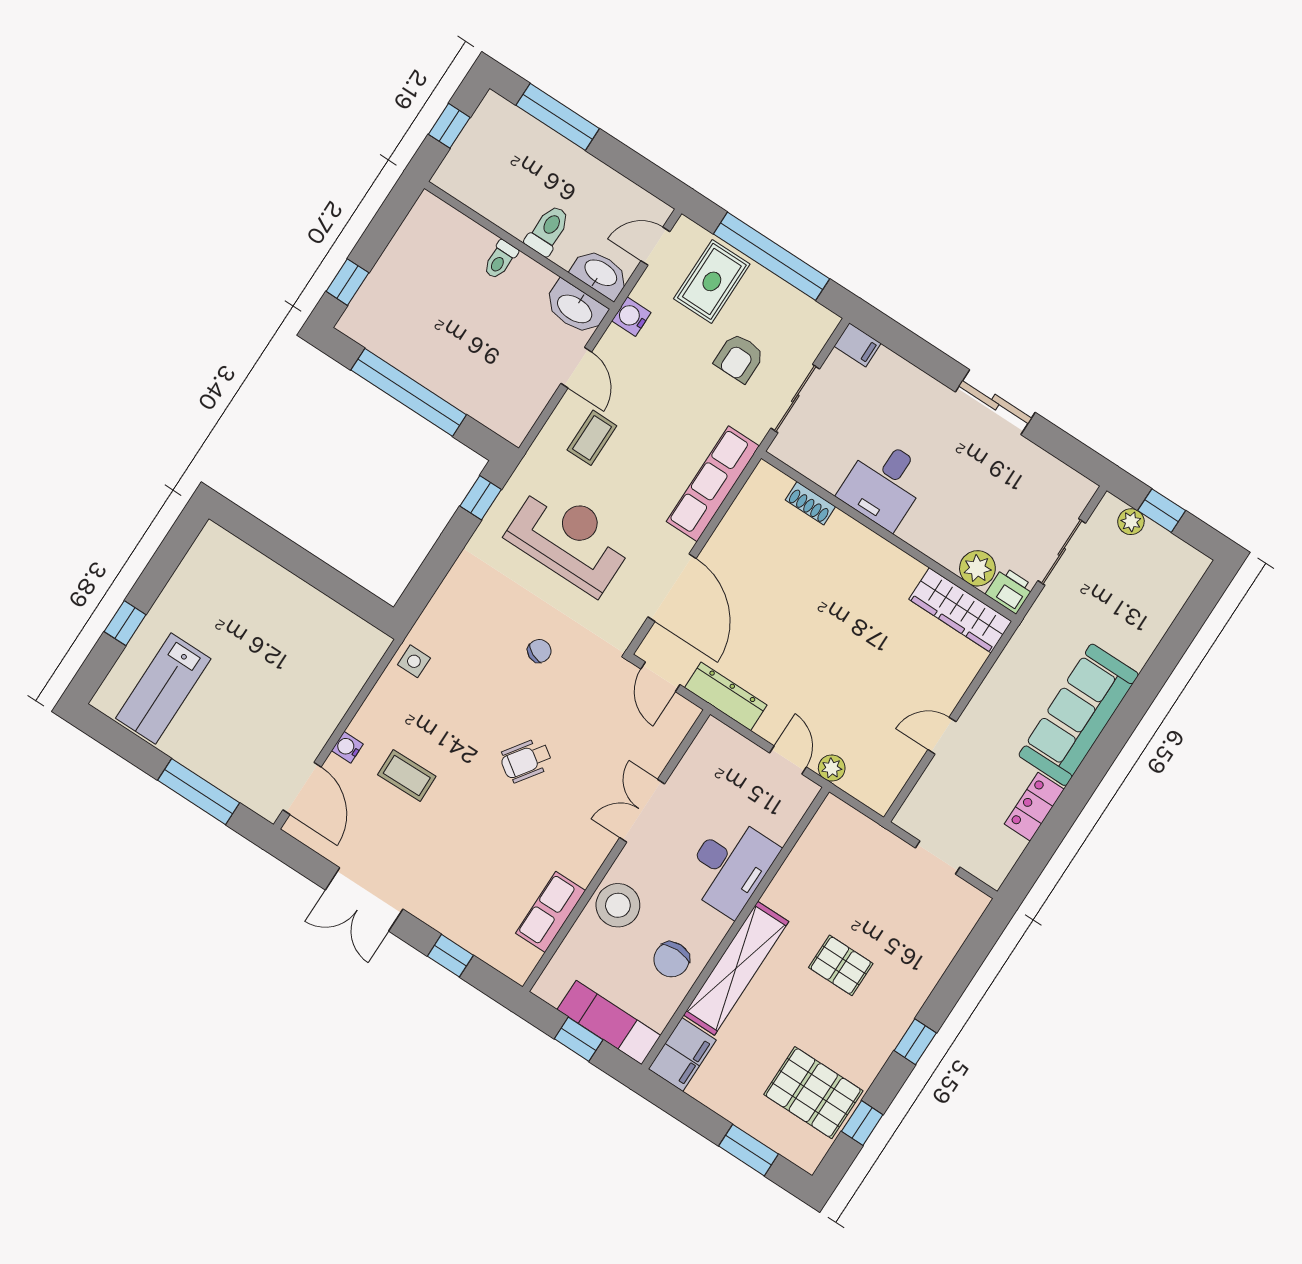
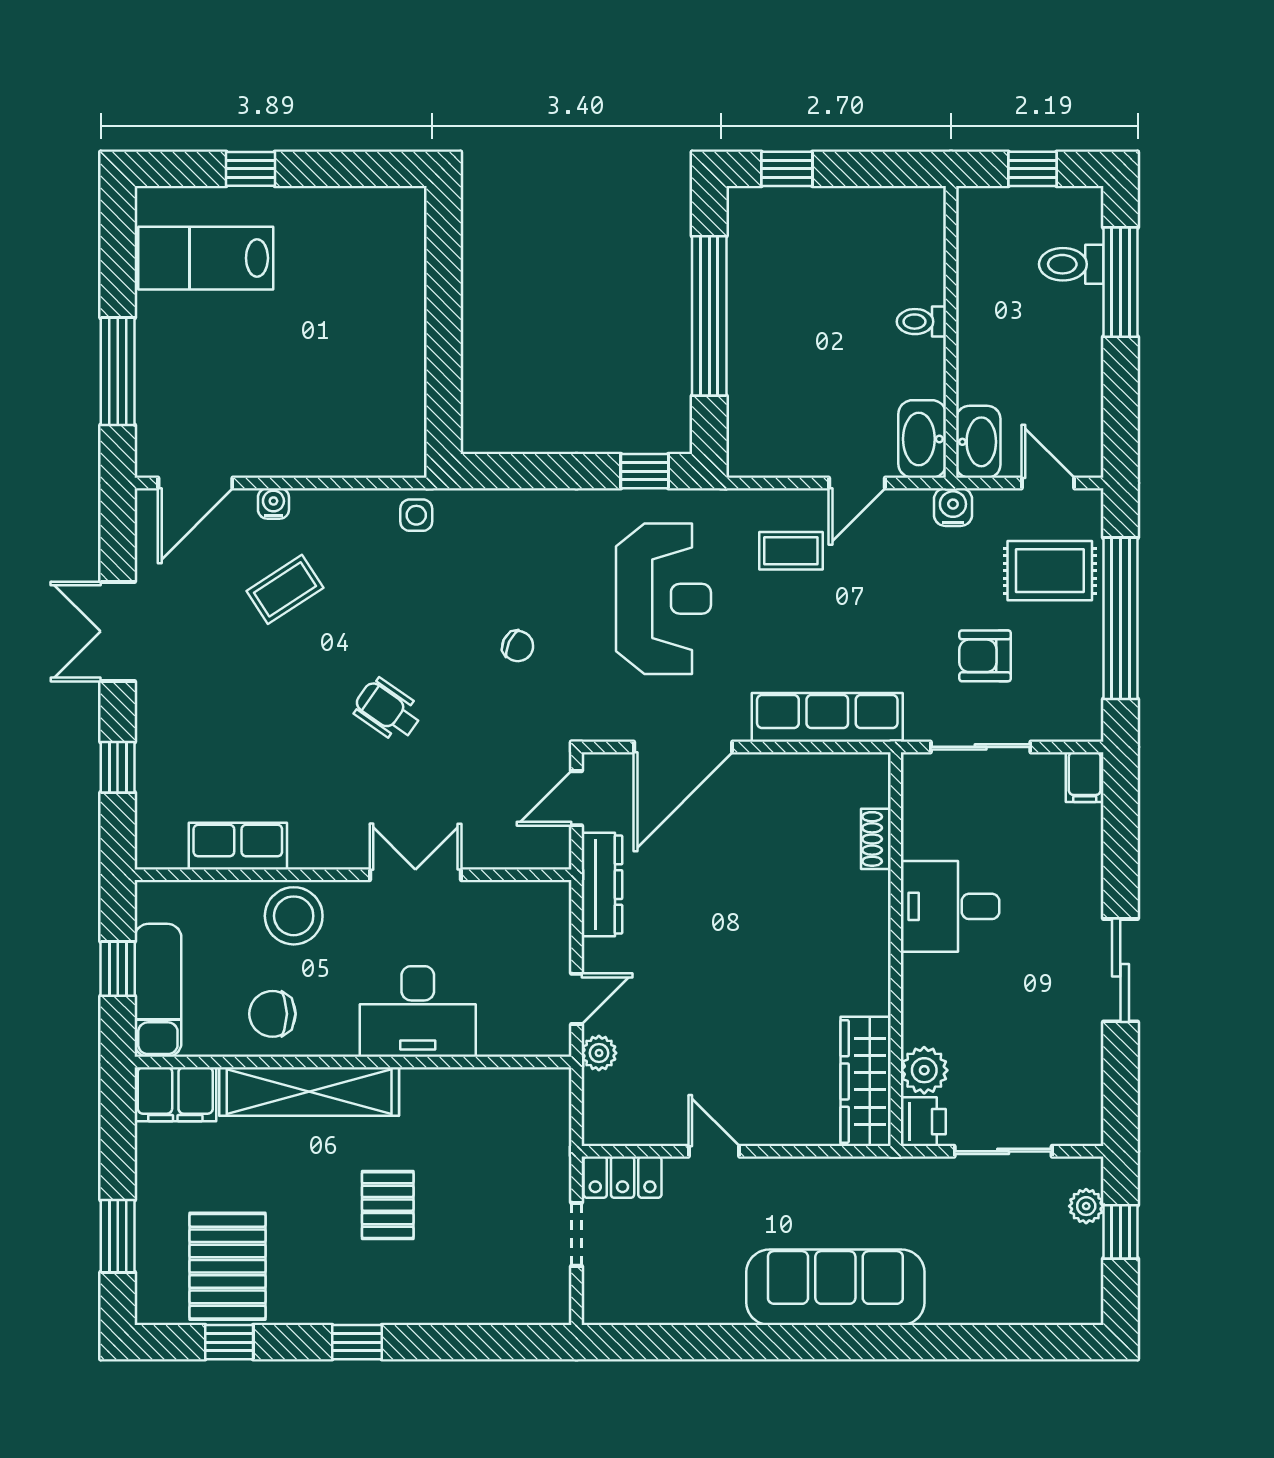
toilet: (548, 230) -> (1071, 264), moved, turned 180
coffee table: (407, 776) -> (285, 589), turned 58
locker: (1034, 807) -> (623, 1177), moved, turned 180

